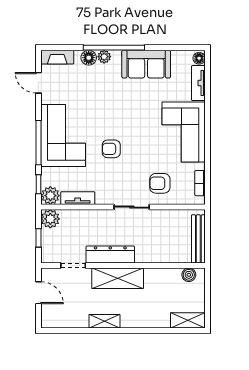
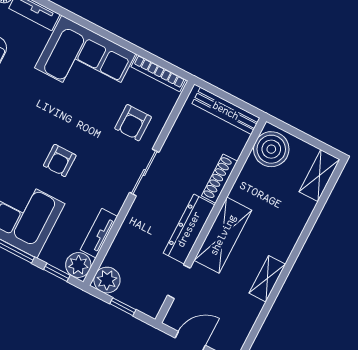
bookcase: (200, 183) -> (158, 73), width x1.56
shoe rack: (153, 257) -> (219, 179), added
boiler: (189, 275) -> (271, 149), width x1.86, depth x1.86

